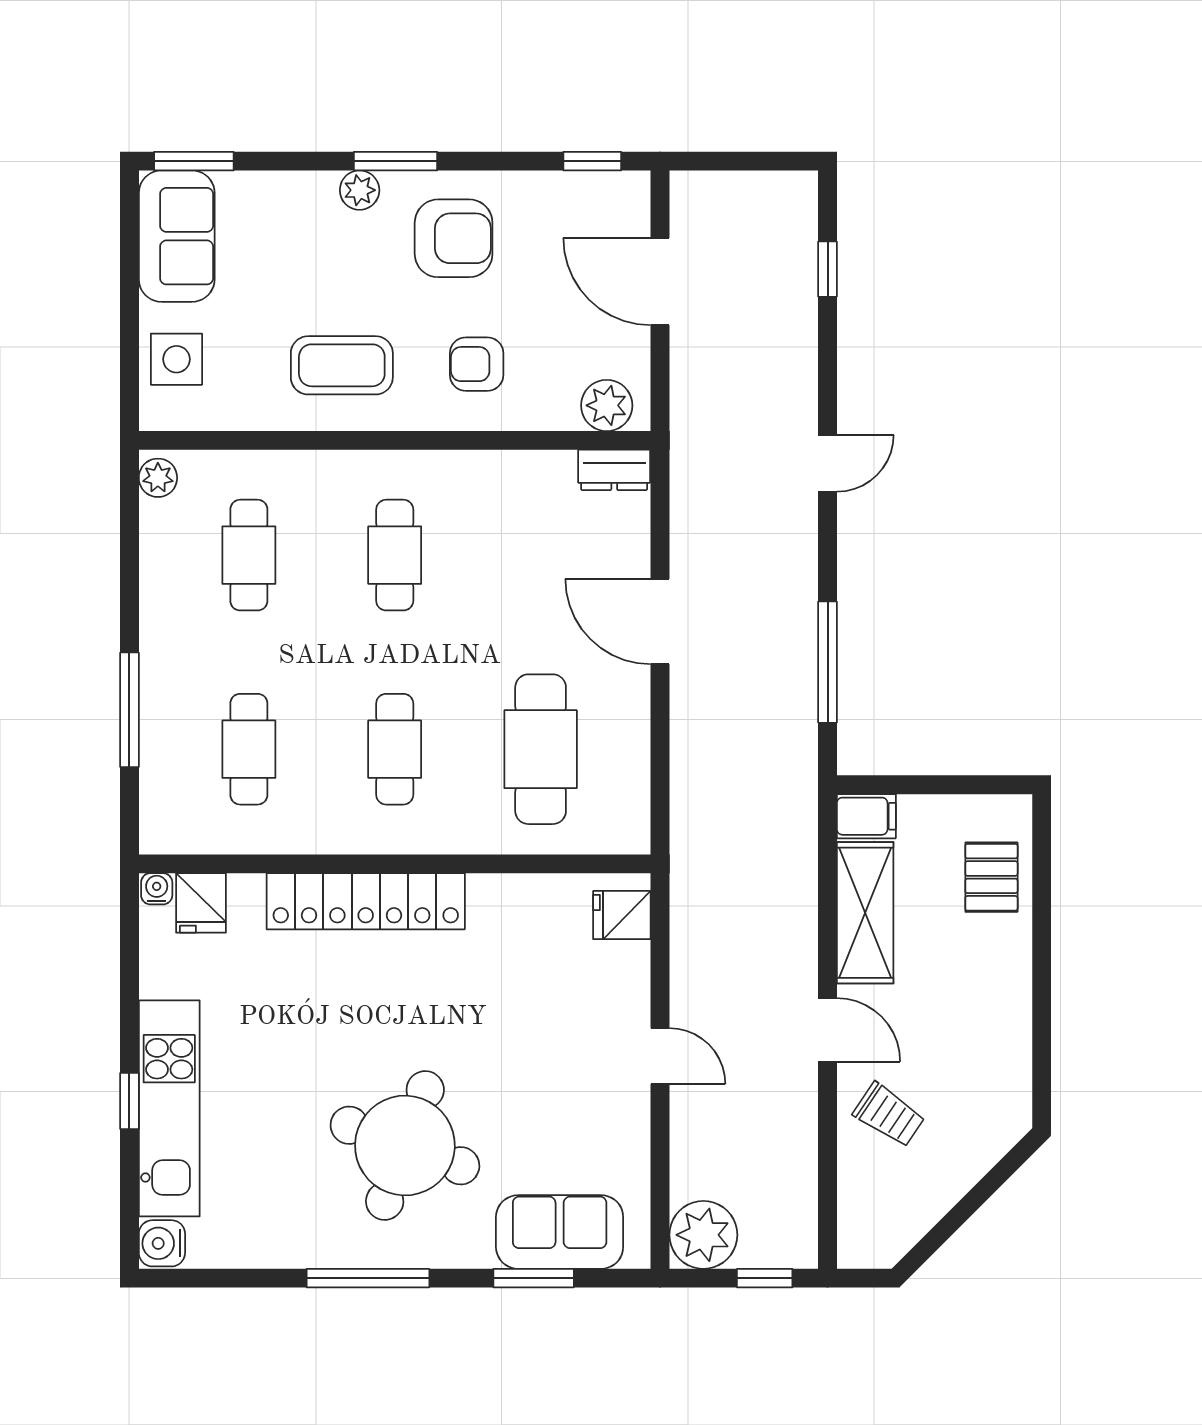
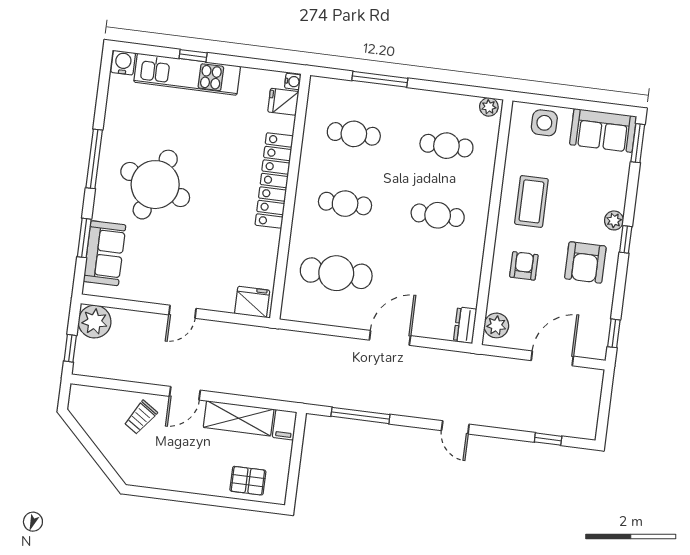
window: (395, 161) -> (626, 239), width x0.67
fridge: (622, 915) -> (252, 302), width x1.38

